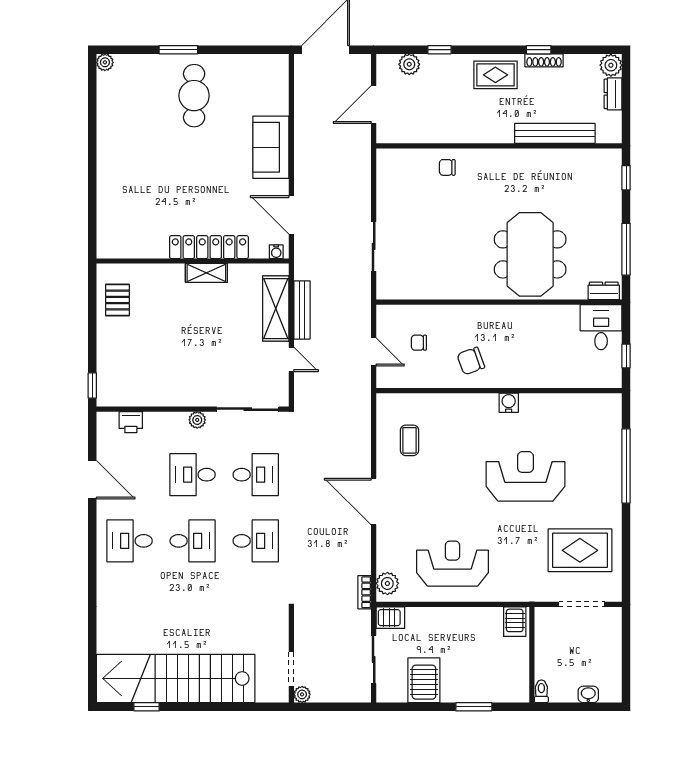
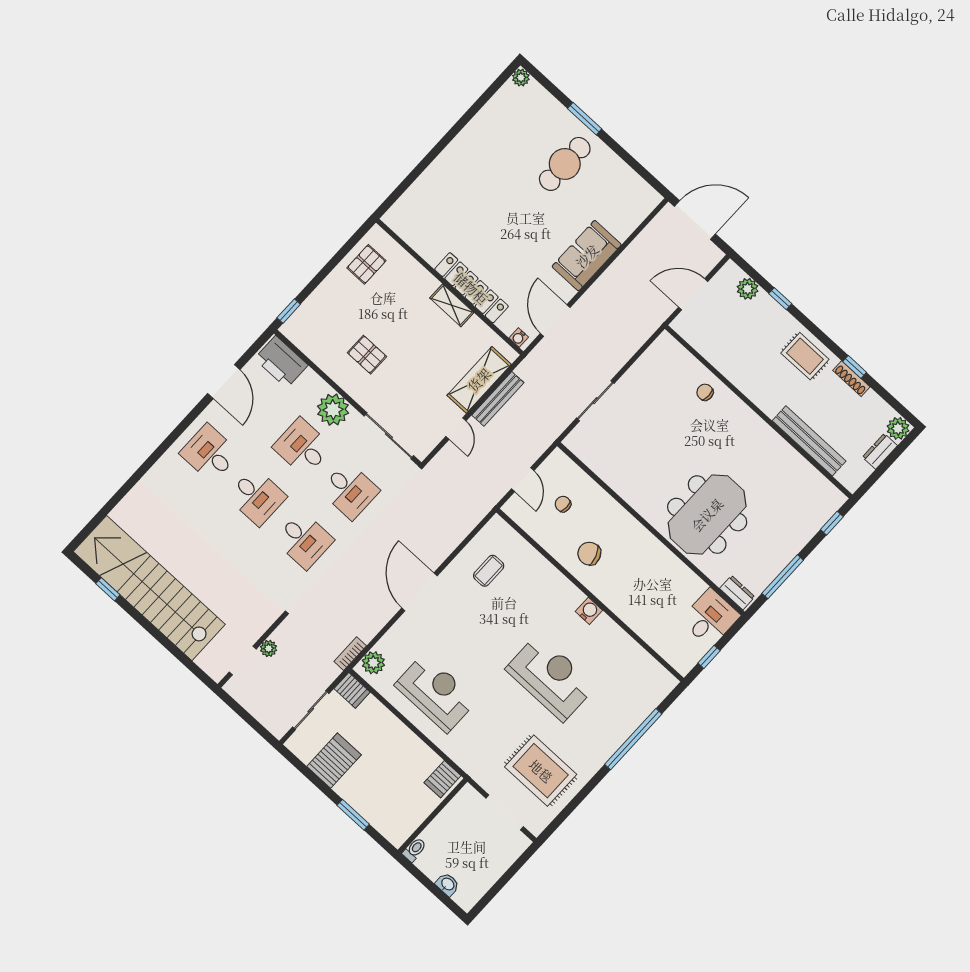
pallet: (178, 365) -> (367, 355), added
plant: (197, 420) -> (333, 410), width x1.87, depth x1.87
printer: (131, 422) -> (281, 362), width x1.87, depth x1.48
plant: (302, 694) -> (269, 648), moved

